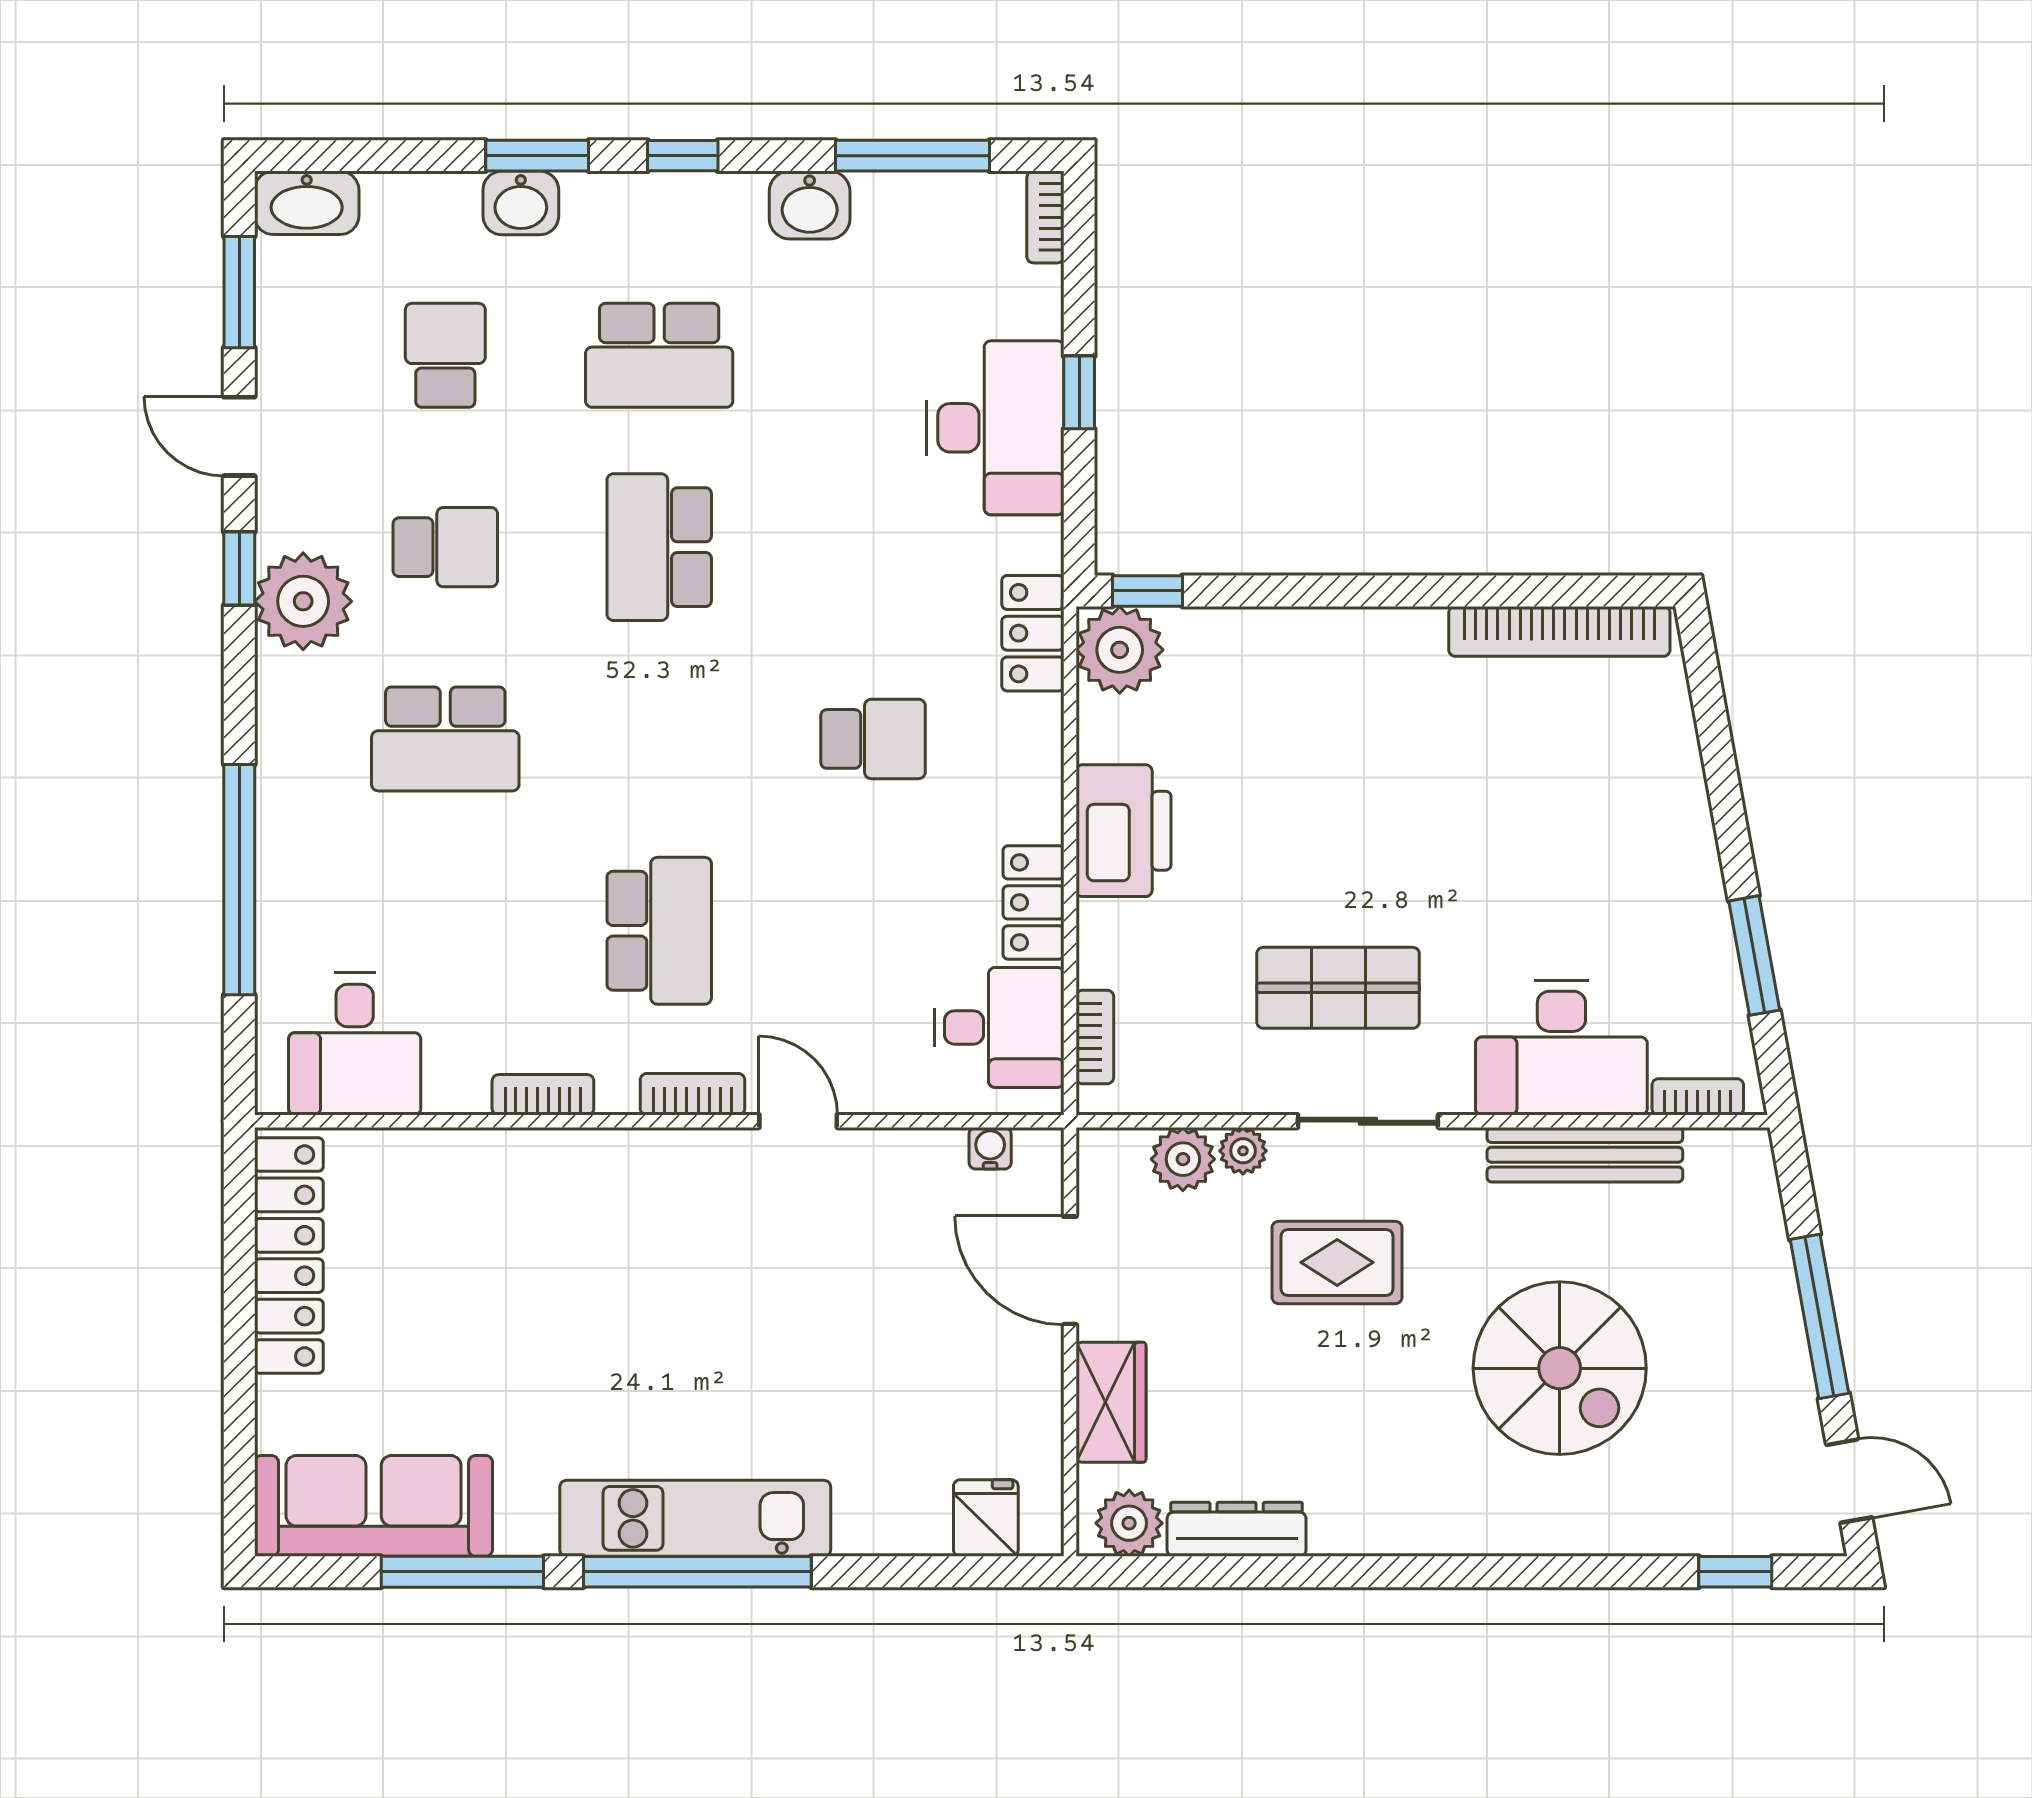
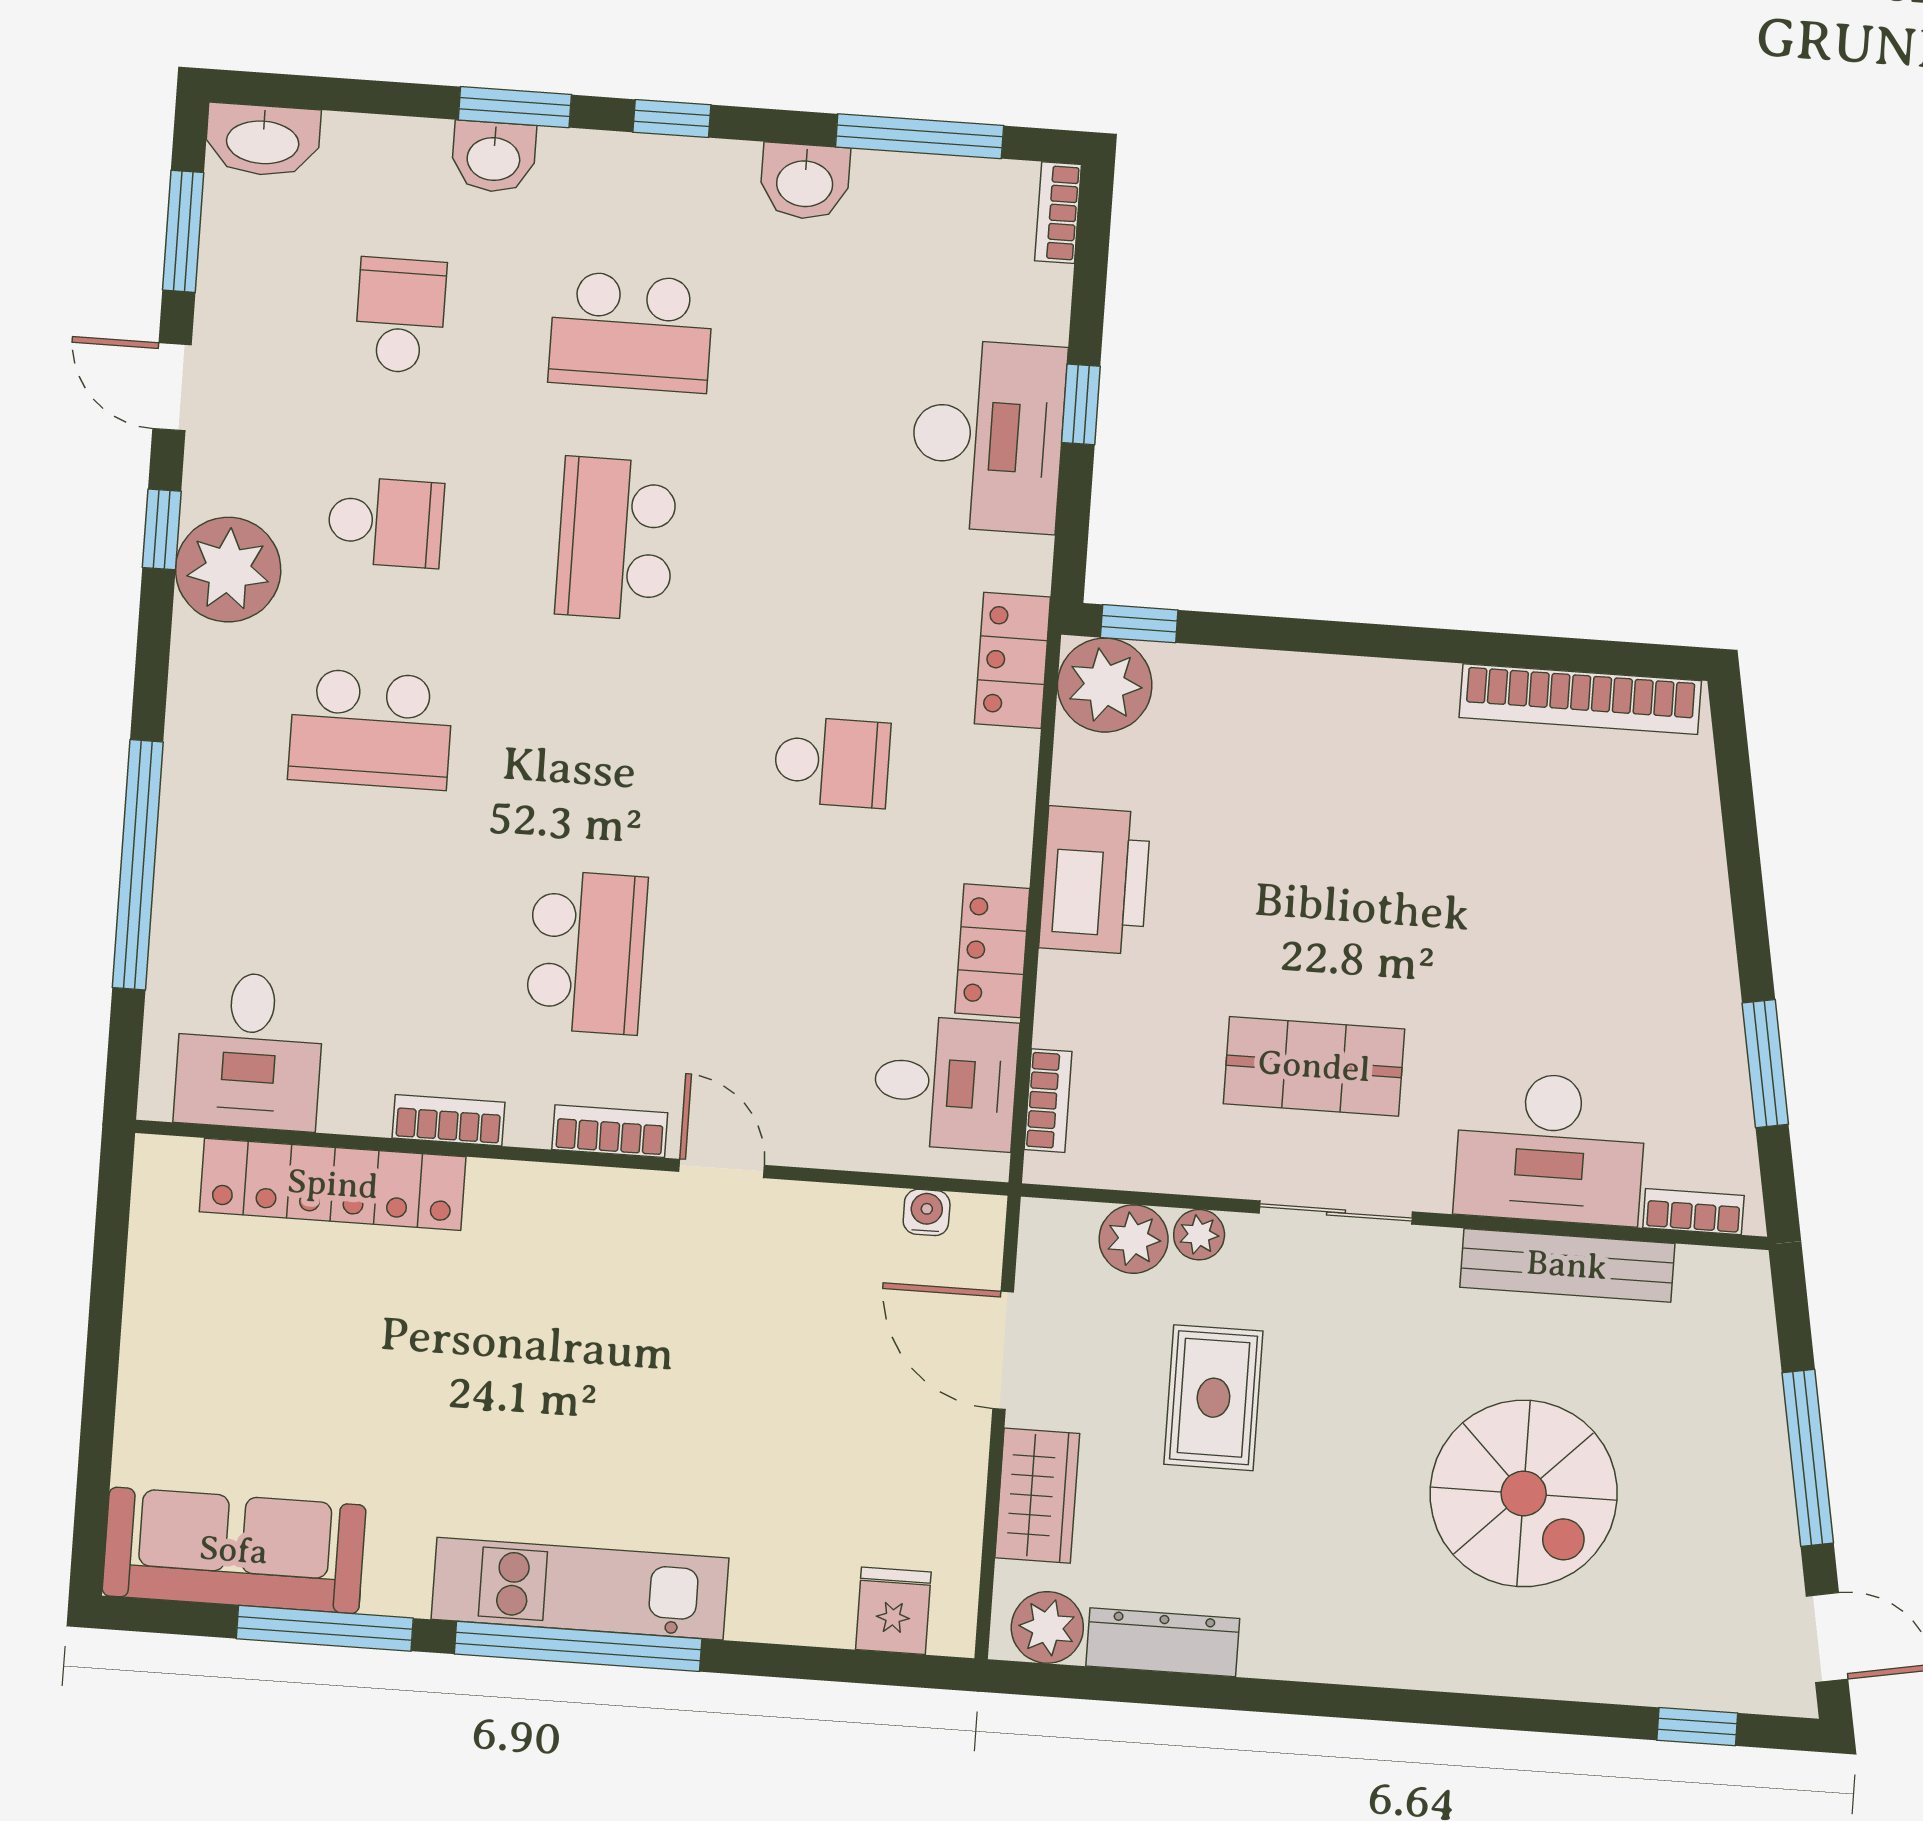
locker: (289, 1255) -> (333, 1184), moved, turned 90
rug: (1337, 1262) -> (1213, 1398), moved, turned 90

